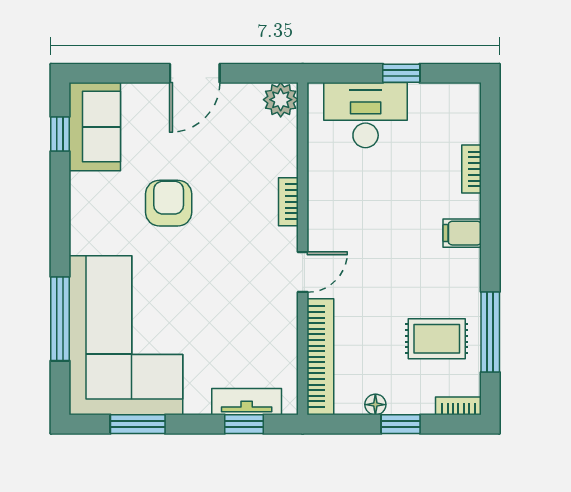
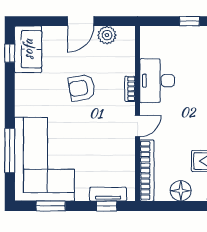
plant: (281, 100) -> (107, 35), moved
desk: (366, 115) -> (157, 81), moved, turned -90
armchair: (169, 203) -> (82, 88), moved, turned -100
floor lamp: (375, 405) -> (181, 191), width x1.89, depth x1.89
window: (401, 424) -> (189, 206), removed

